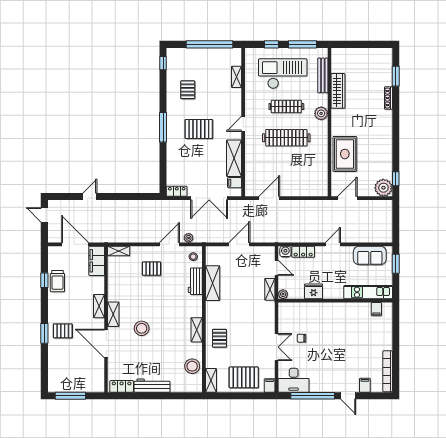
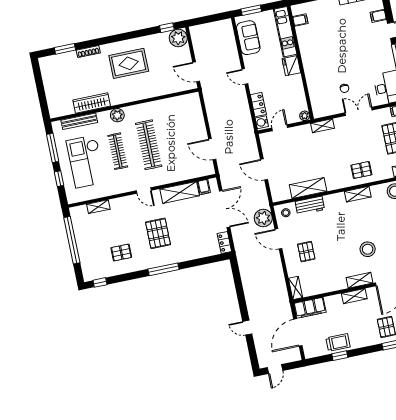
rug: (345, 154) -> (129, 63), moved
plant: (189, 238) -> (263, 218), width x1.88, depth x1.88
shelving: (270, 289) -> (323, 126), moved
fridge: (314, 291) -> (291, 66), moved

